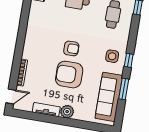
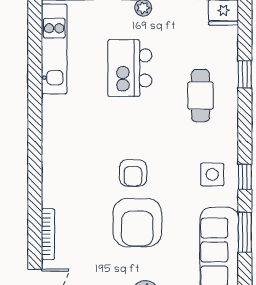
armchair: (71, 48) -> (133, 173), turned 90
armchair: (69, 75) -> (137, 223), turned -90

